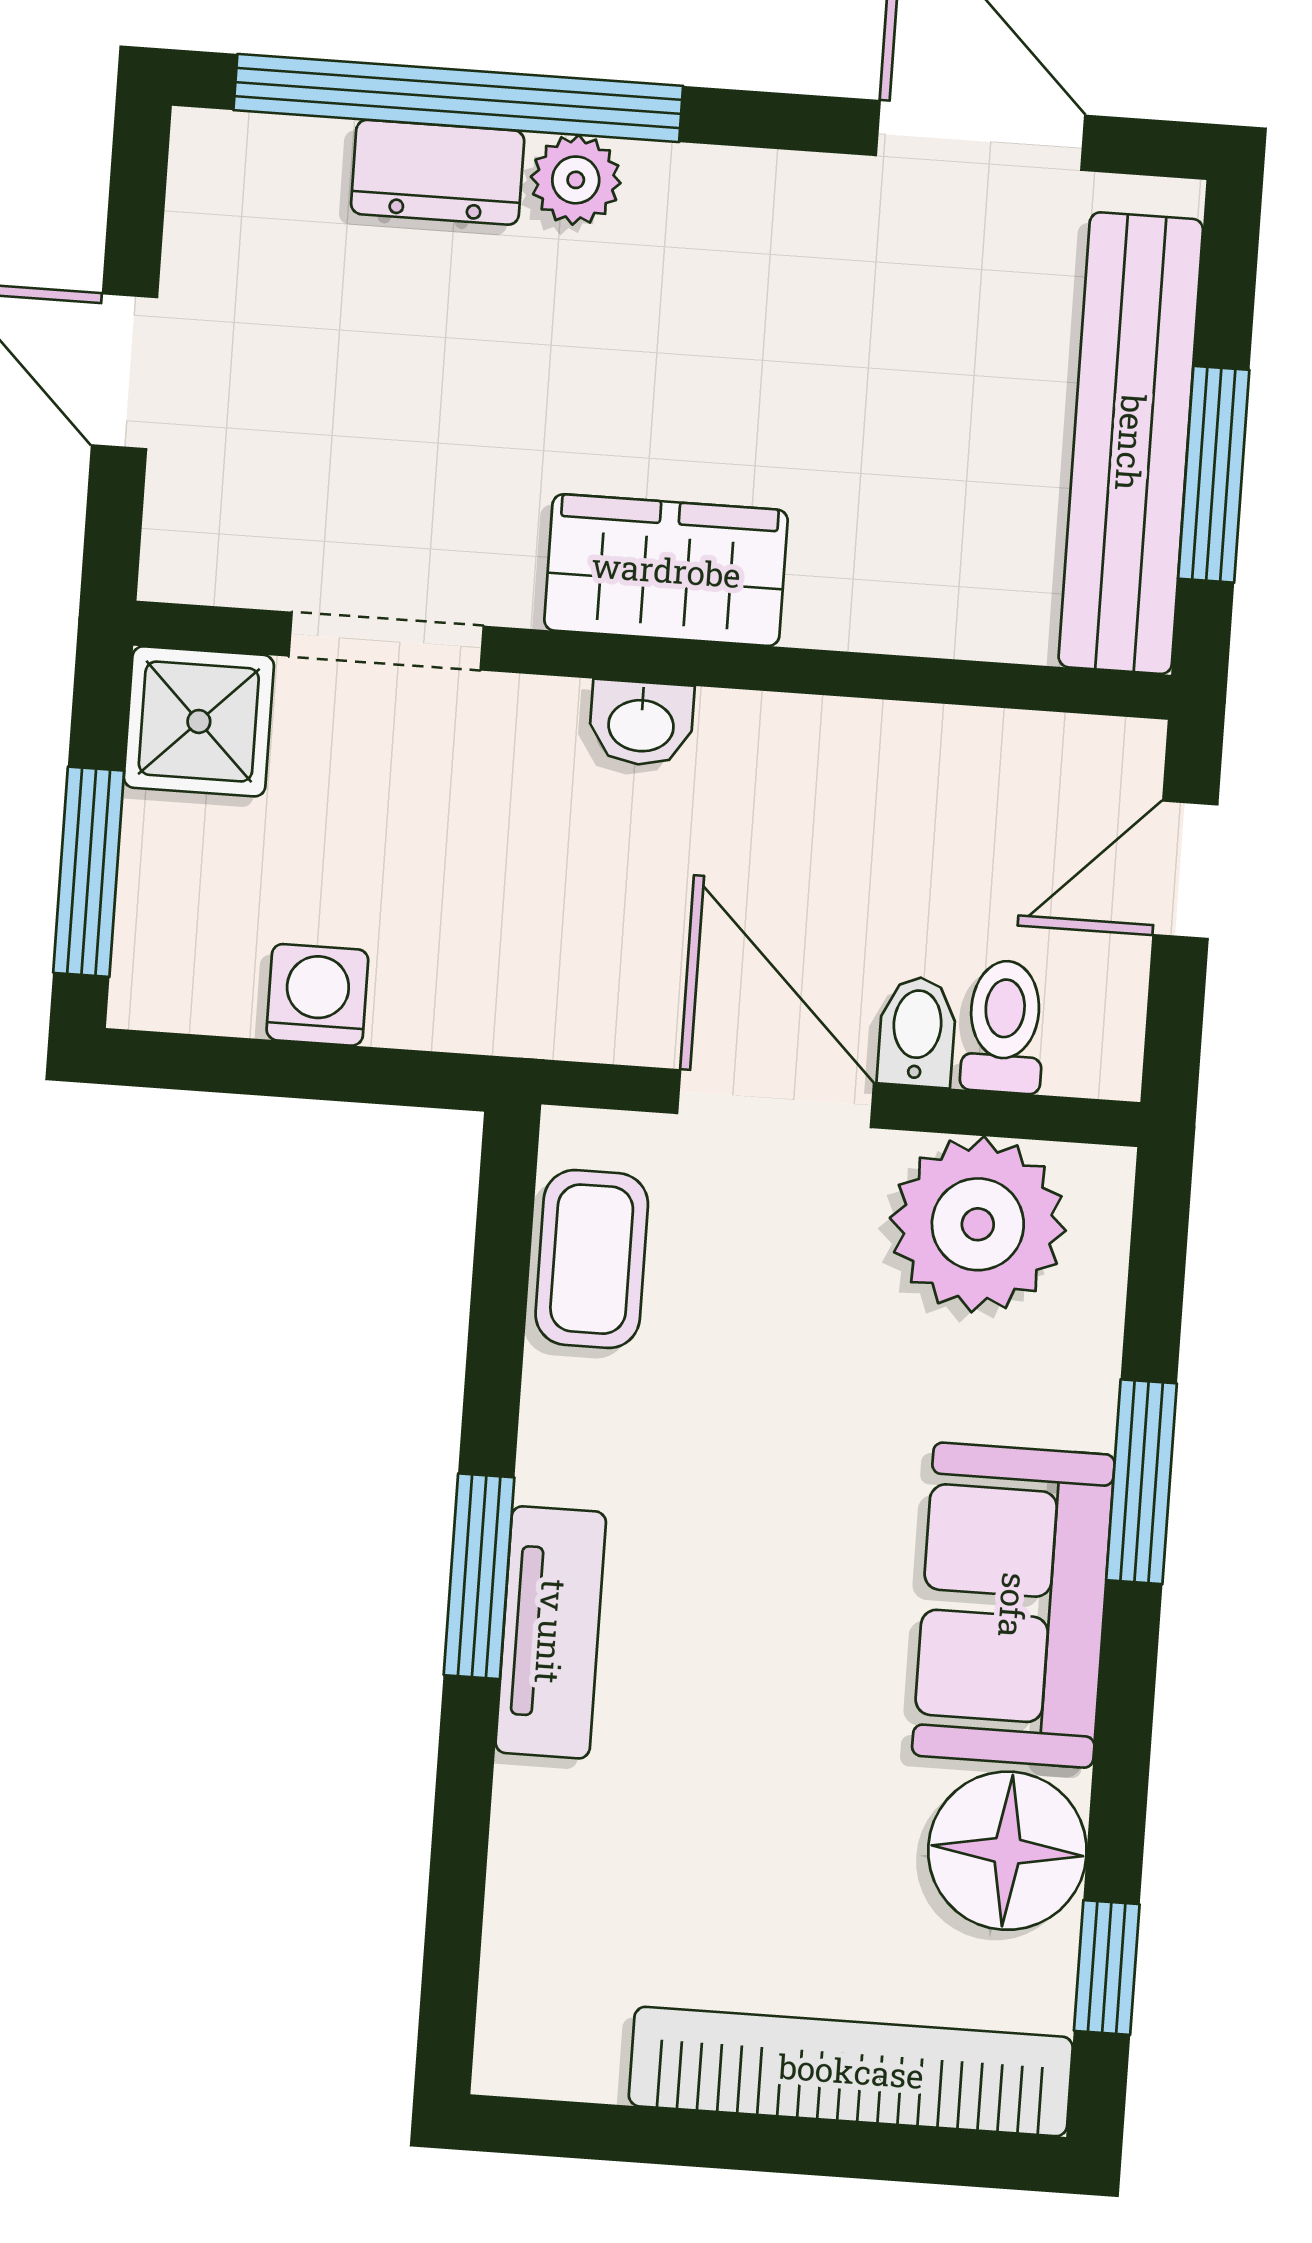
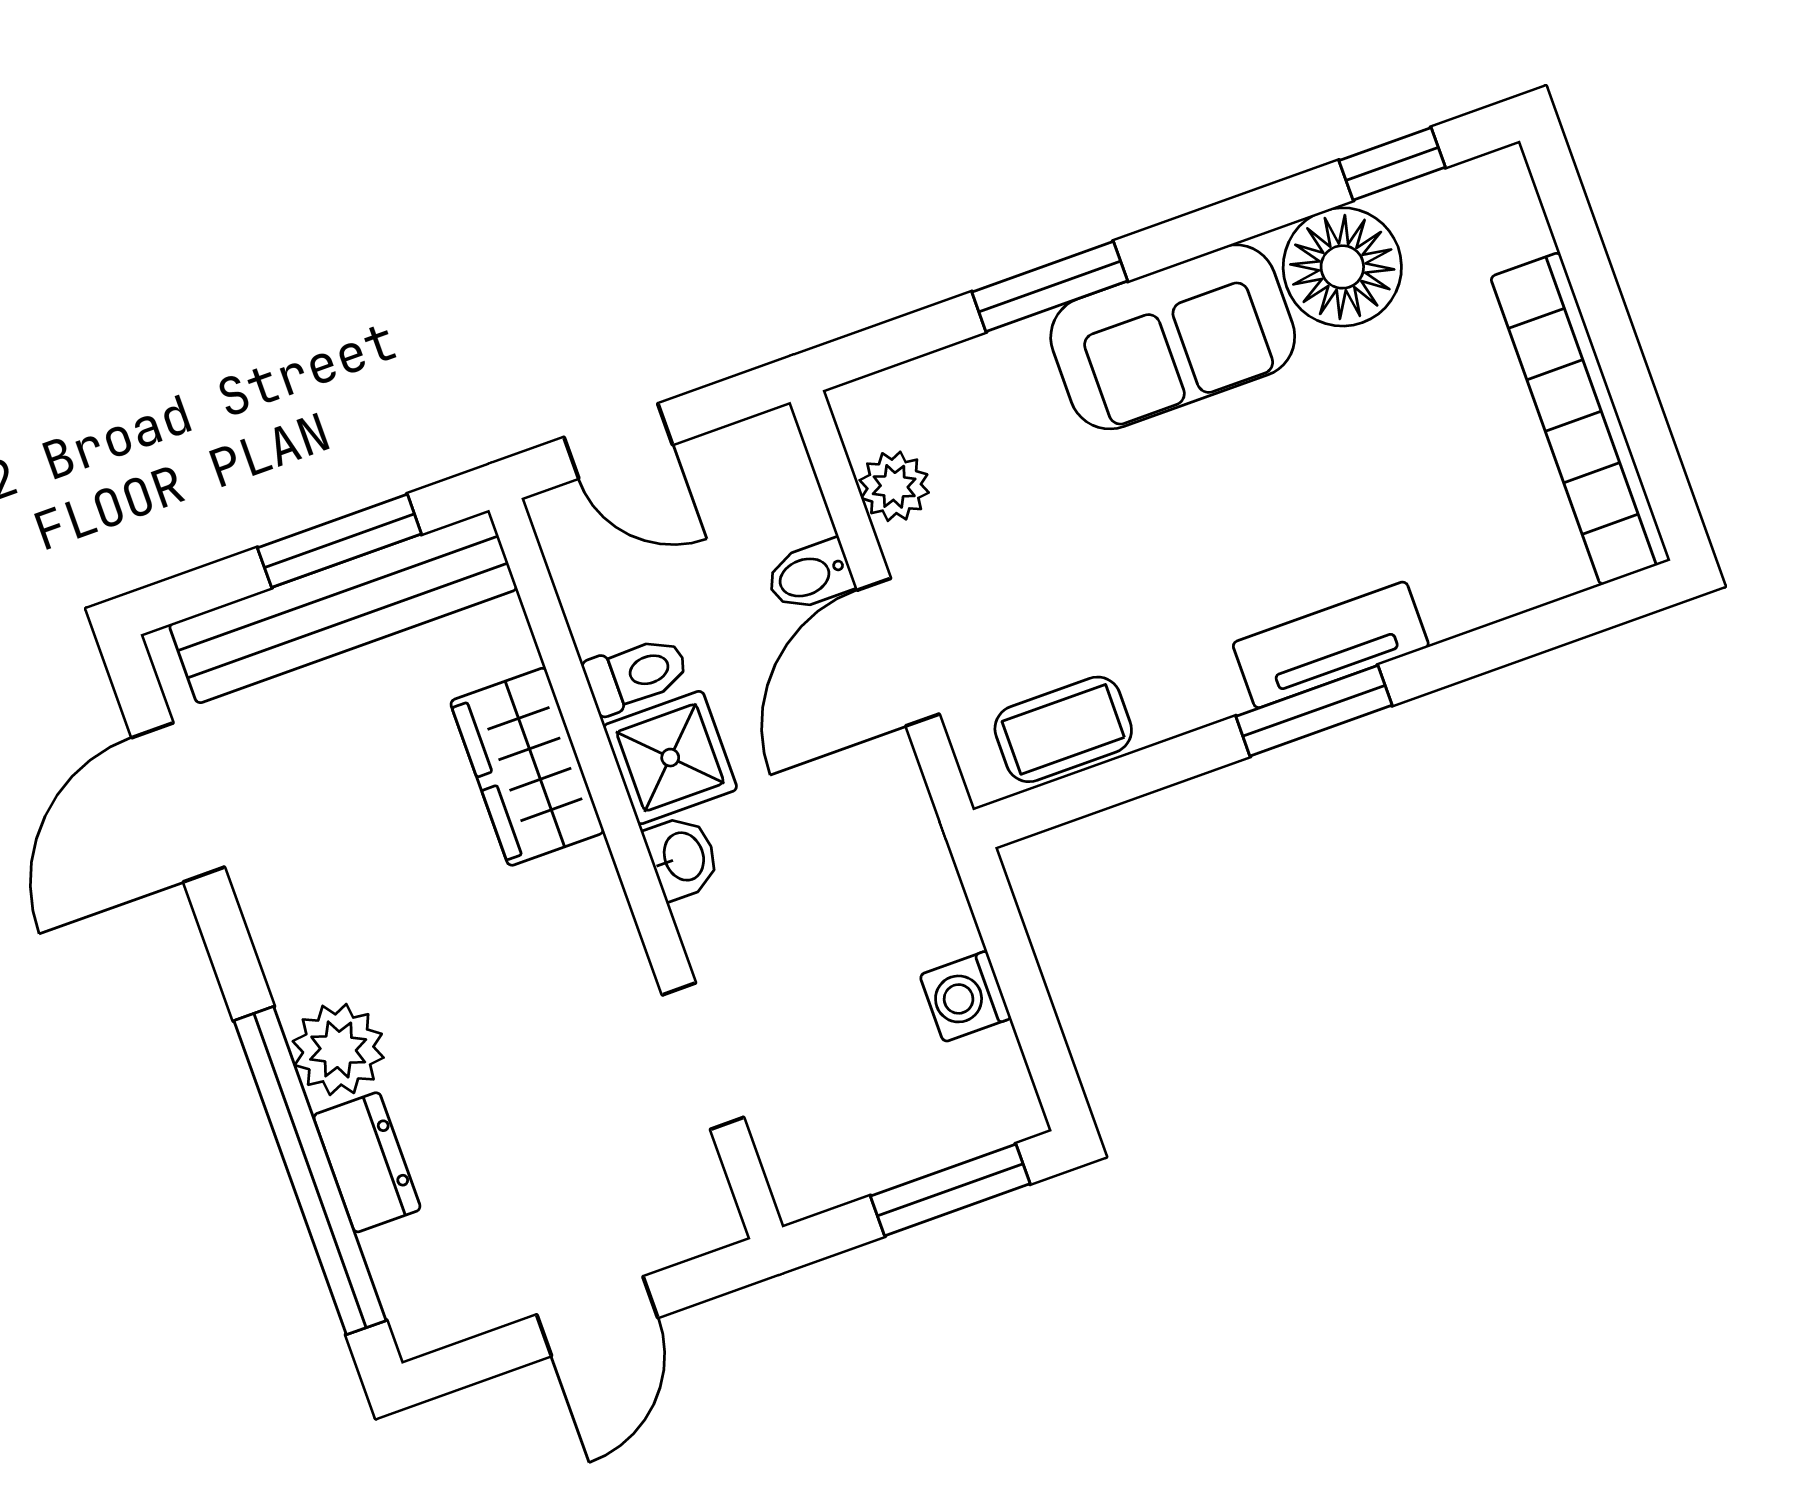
plant: (576, 180) -> (338, 1049), width x1.38, depth x1.38
wardrobe: (666, 570) -> (527, 767), moved
shower: (199, 721) -> (670, 758), moved
toilet: (1004, 1027) -> (636, 674), moved, turned 180
plant: (978, 1224) -> (894, 486), width x0.53, depth x0.53
bookcase: (851, 2071) -> (1580, 419), moved

